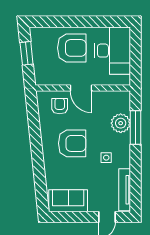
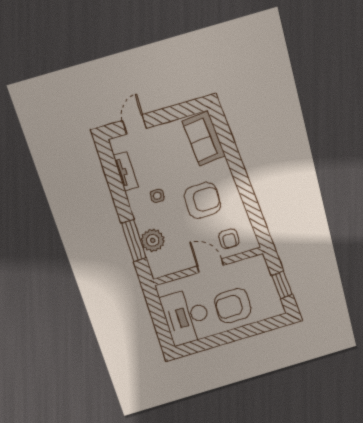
armchair: (72, 143) -> (203, 200), turned 180
tv unit: (125, 190) -> (126, 171), width x0.71
sofa: (68, 201) -> (204, 139), moved, turned 84

